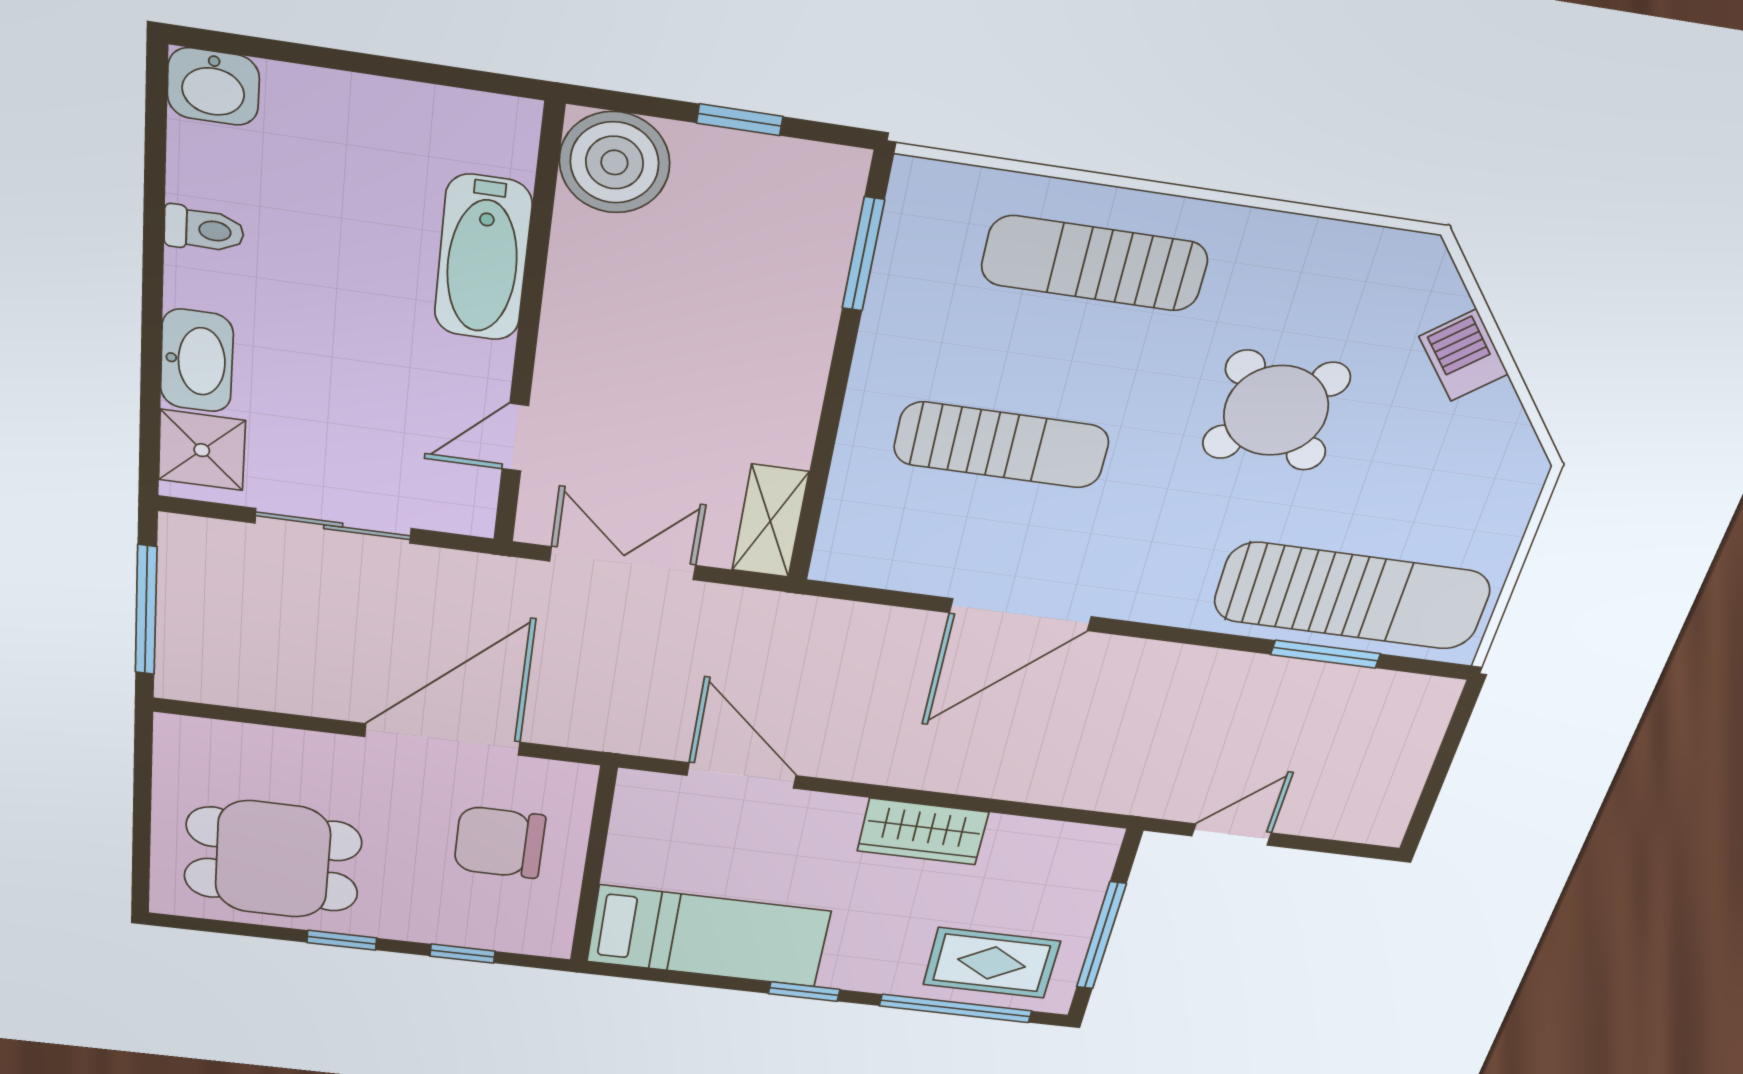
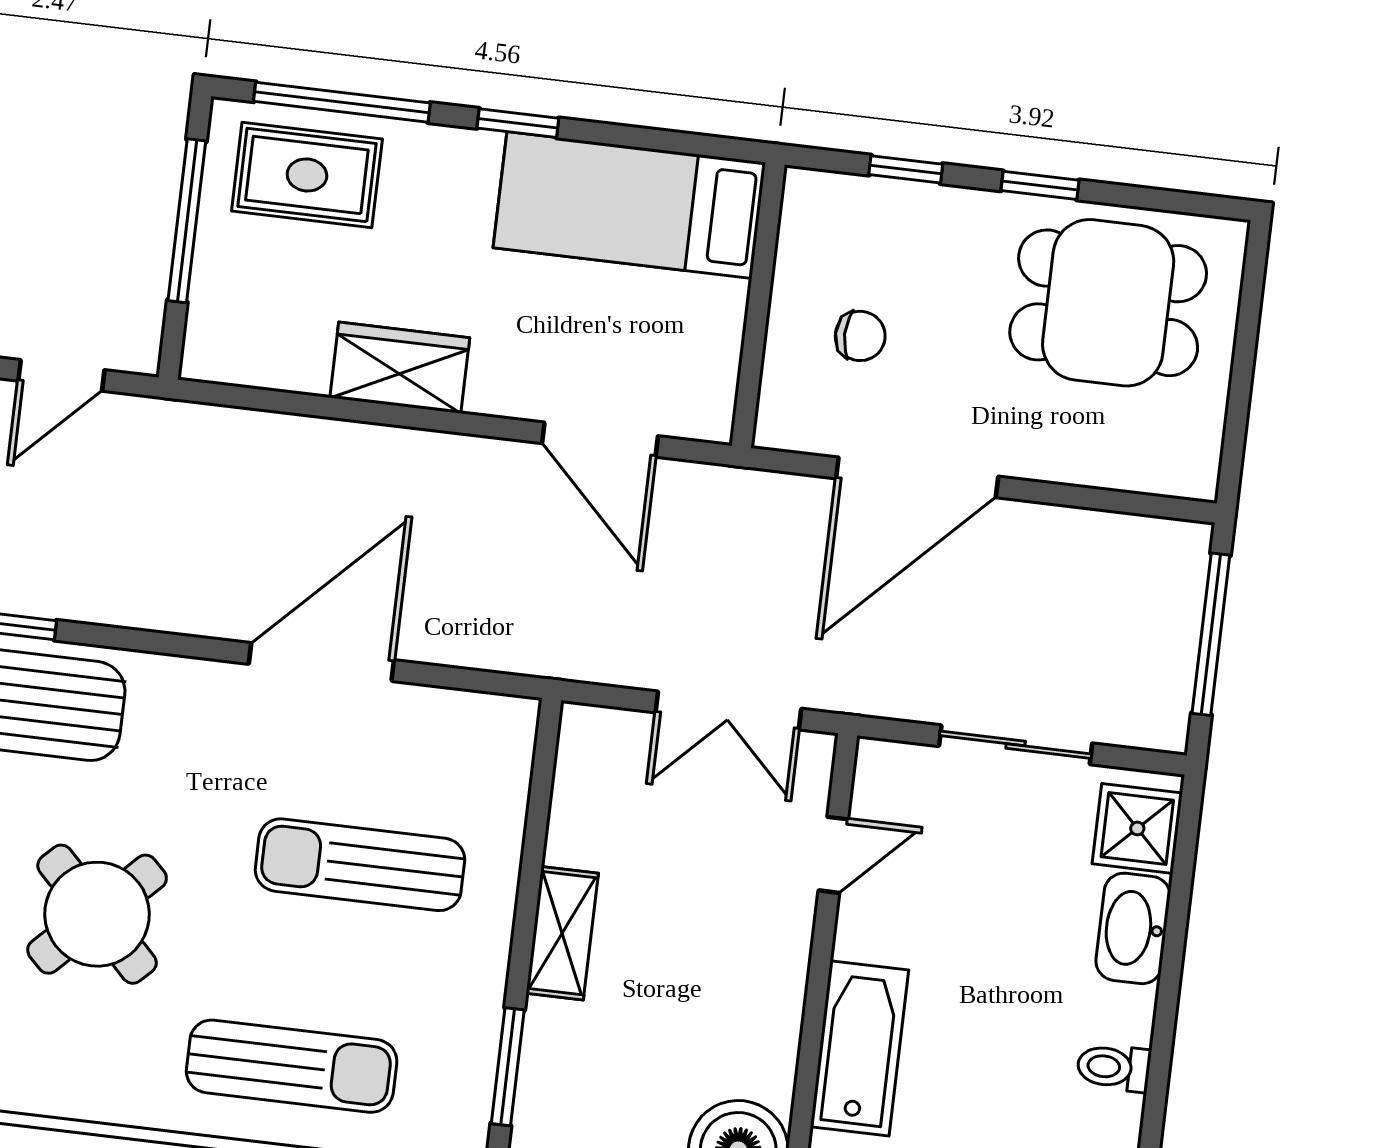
shelving: (770, 521) -> (562, 933), moved
chair: (500, 842) -> (860, 336), width x0.54, depth x0.54

